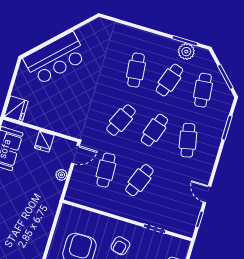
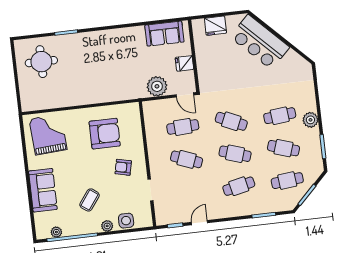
plant: (186, 52) -> (310, 120), moved
fridge: (16, 109) -> (215, 26), moved
plant: (61, 175) -> (157, 86), width x1.87, depth x1.87

